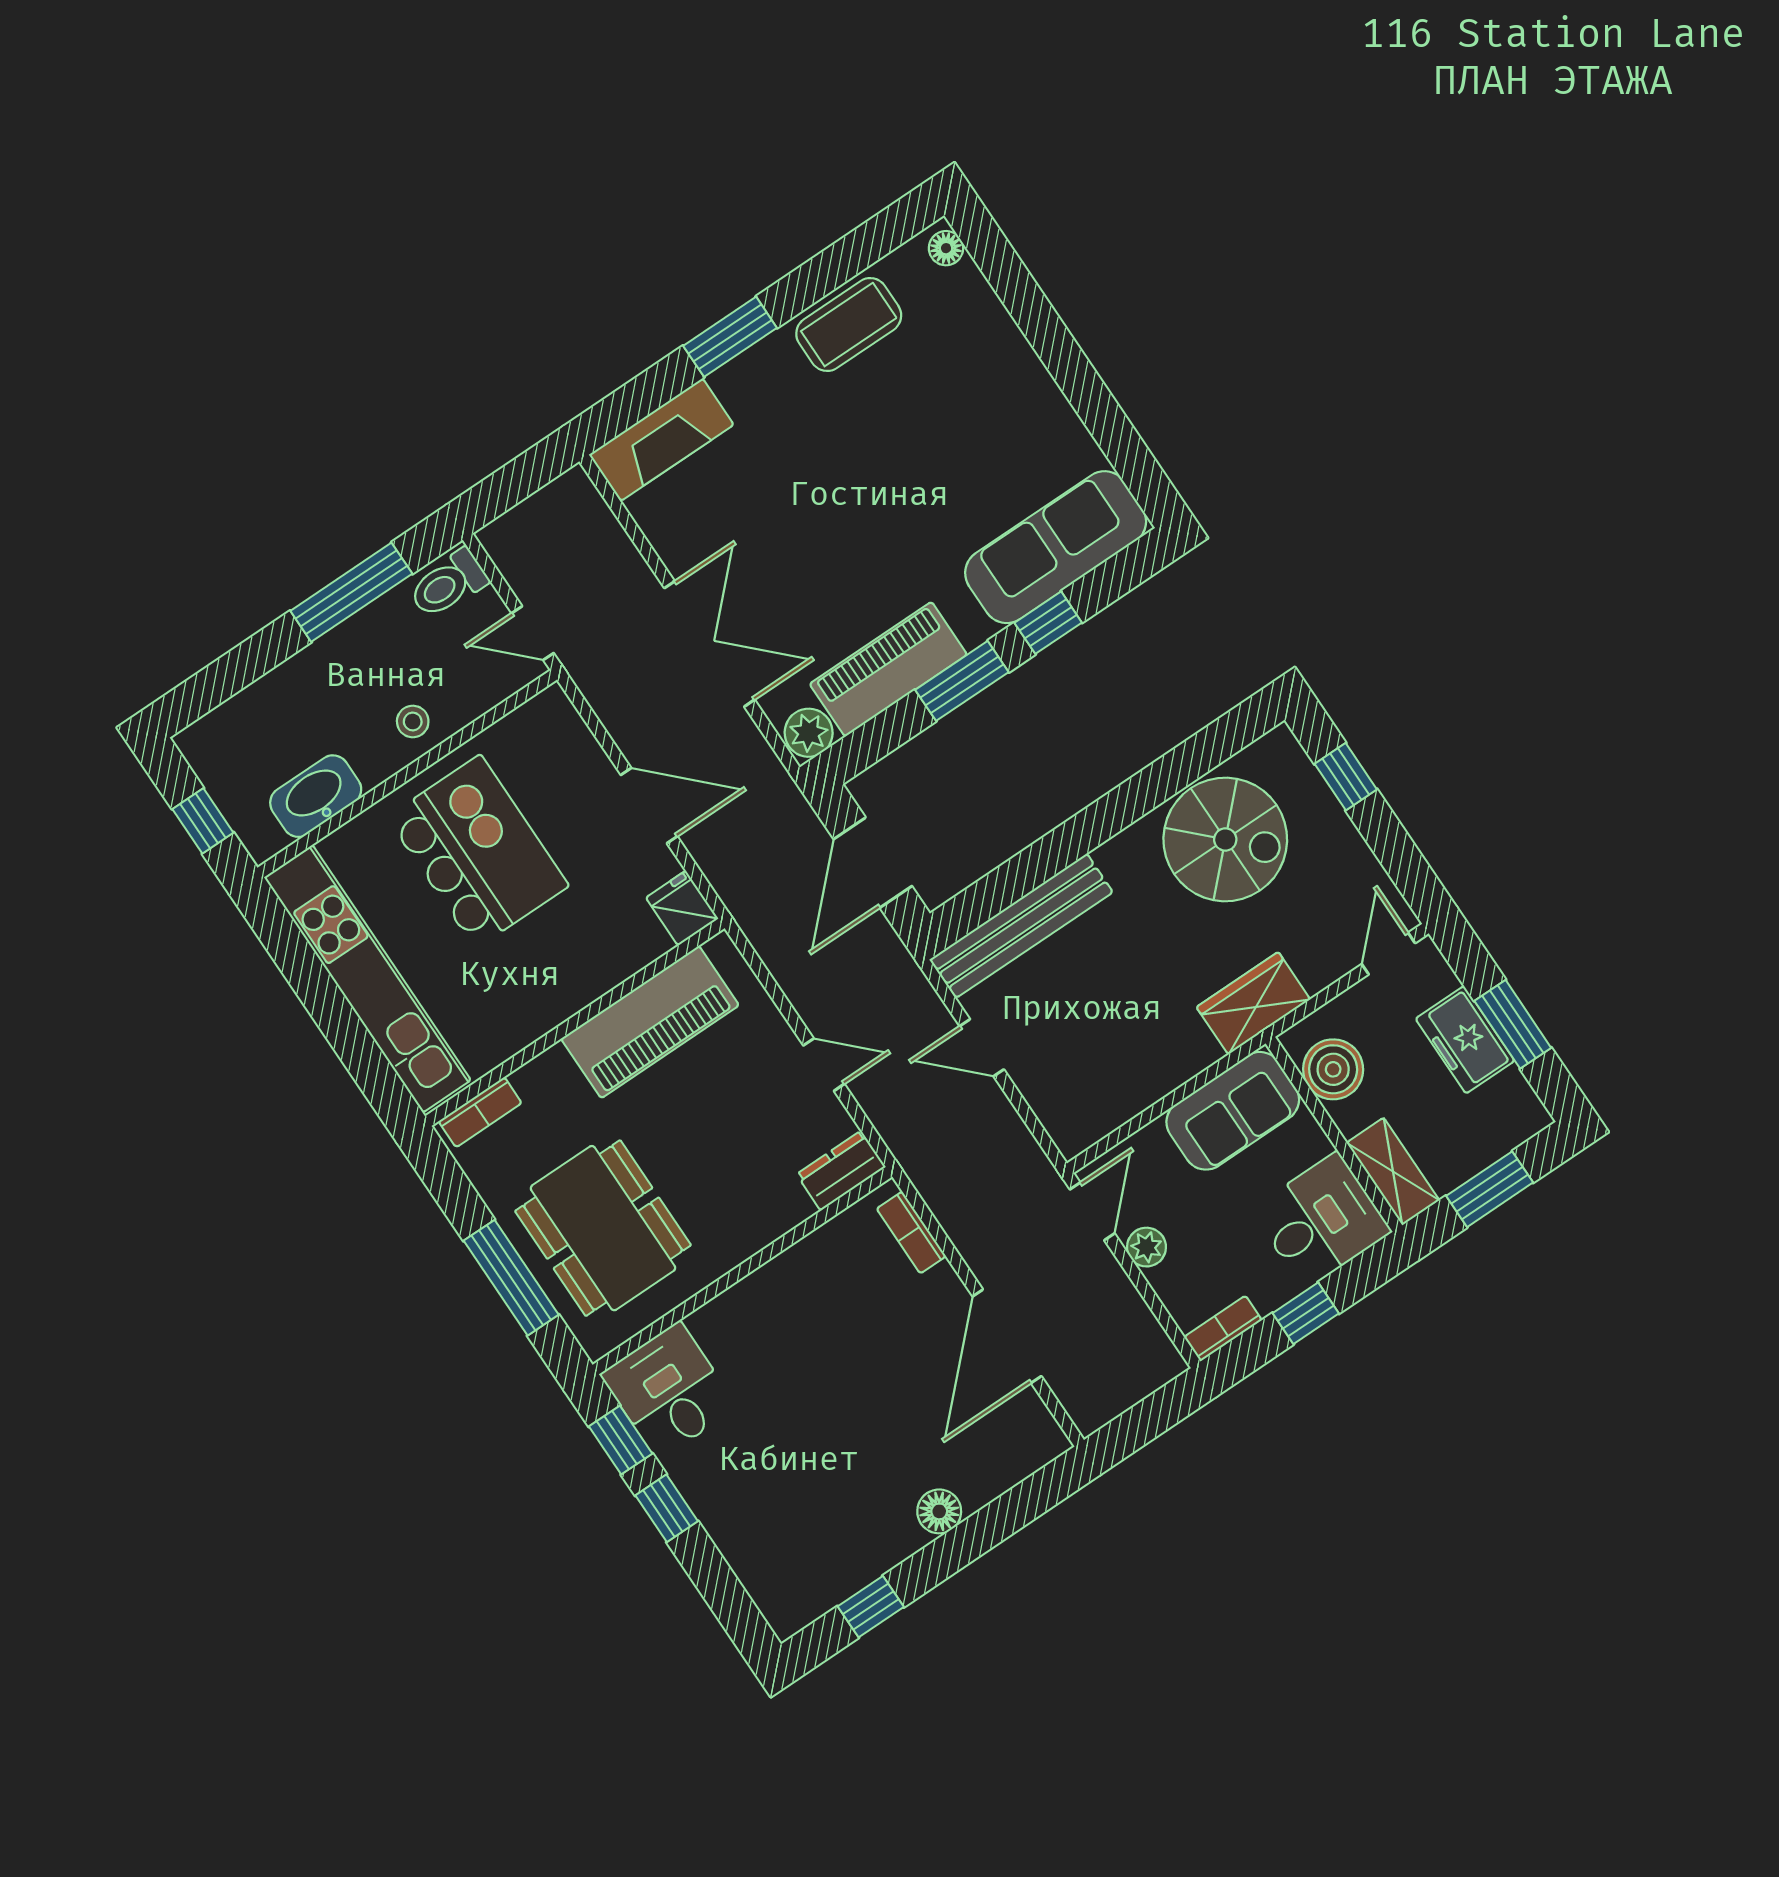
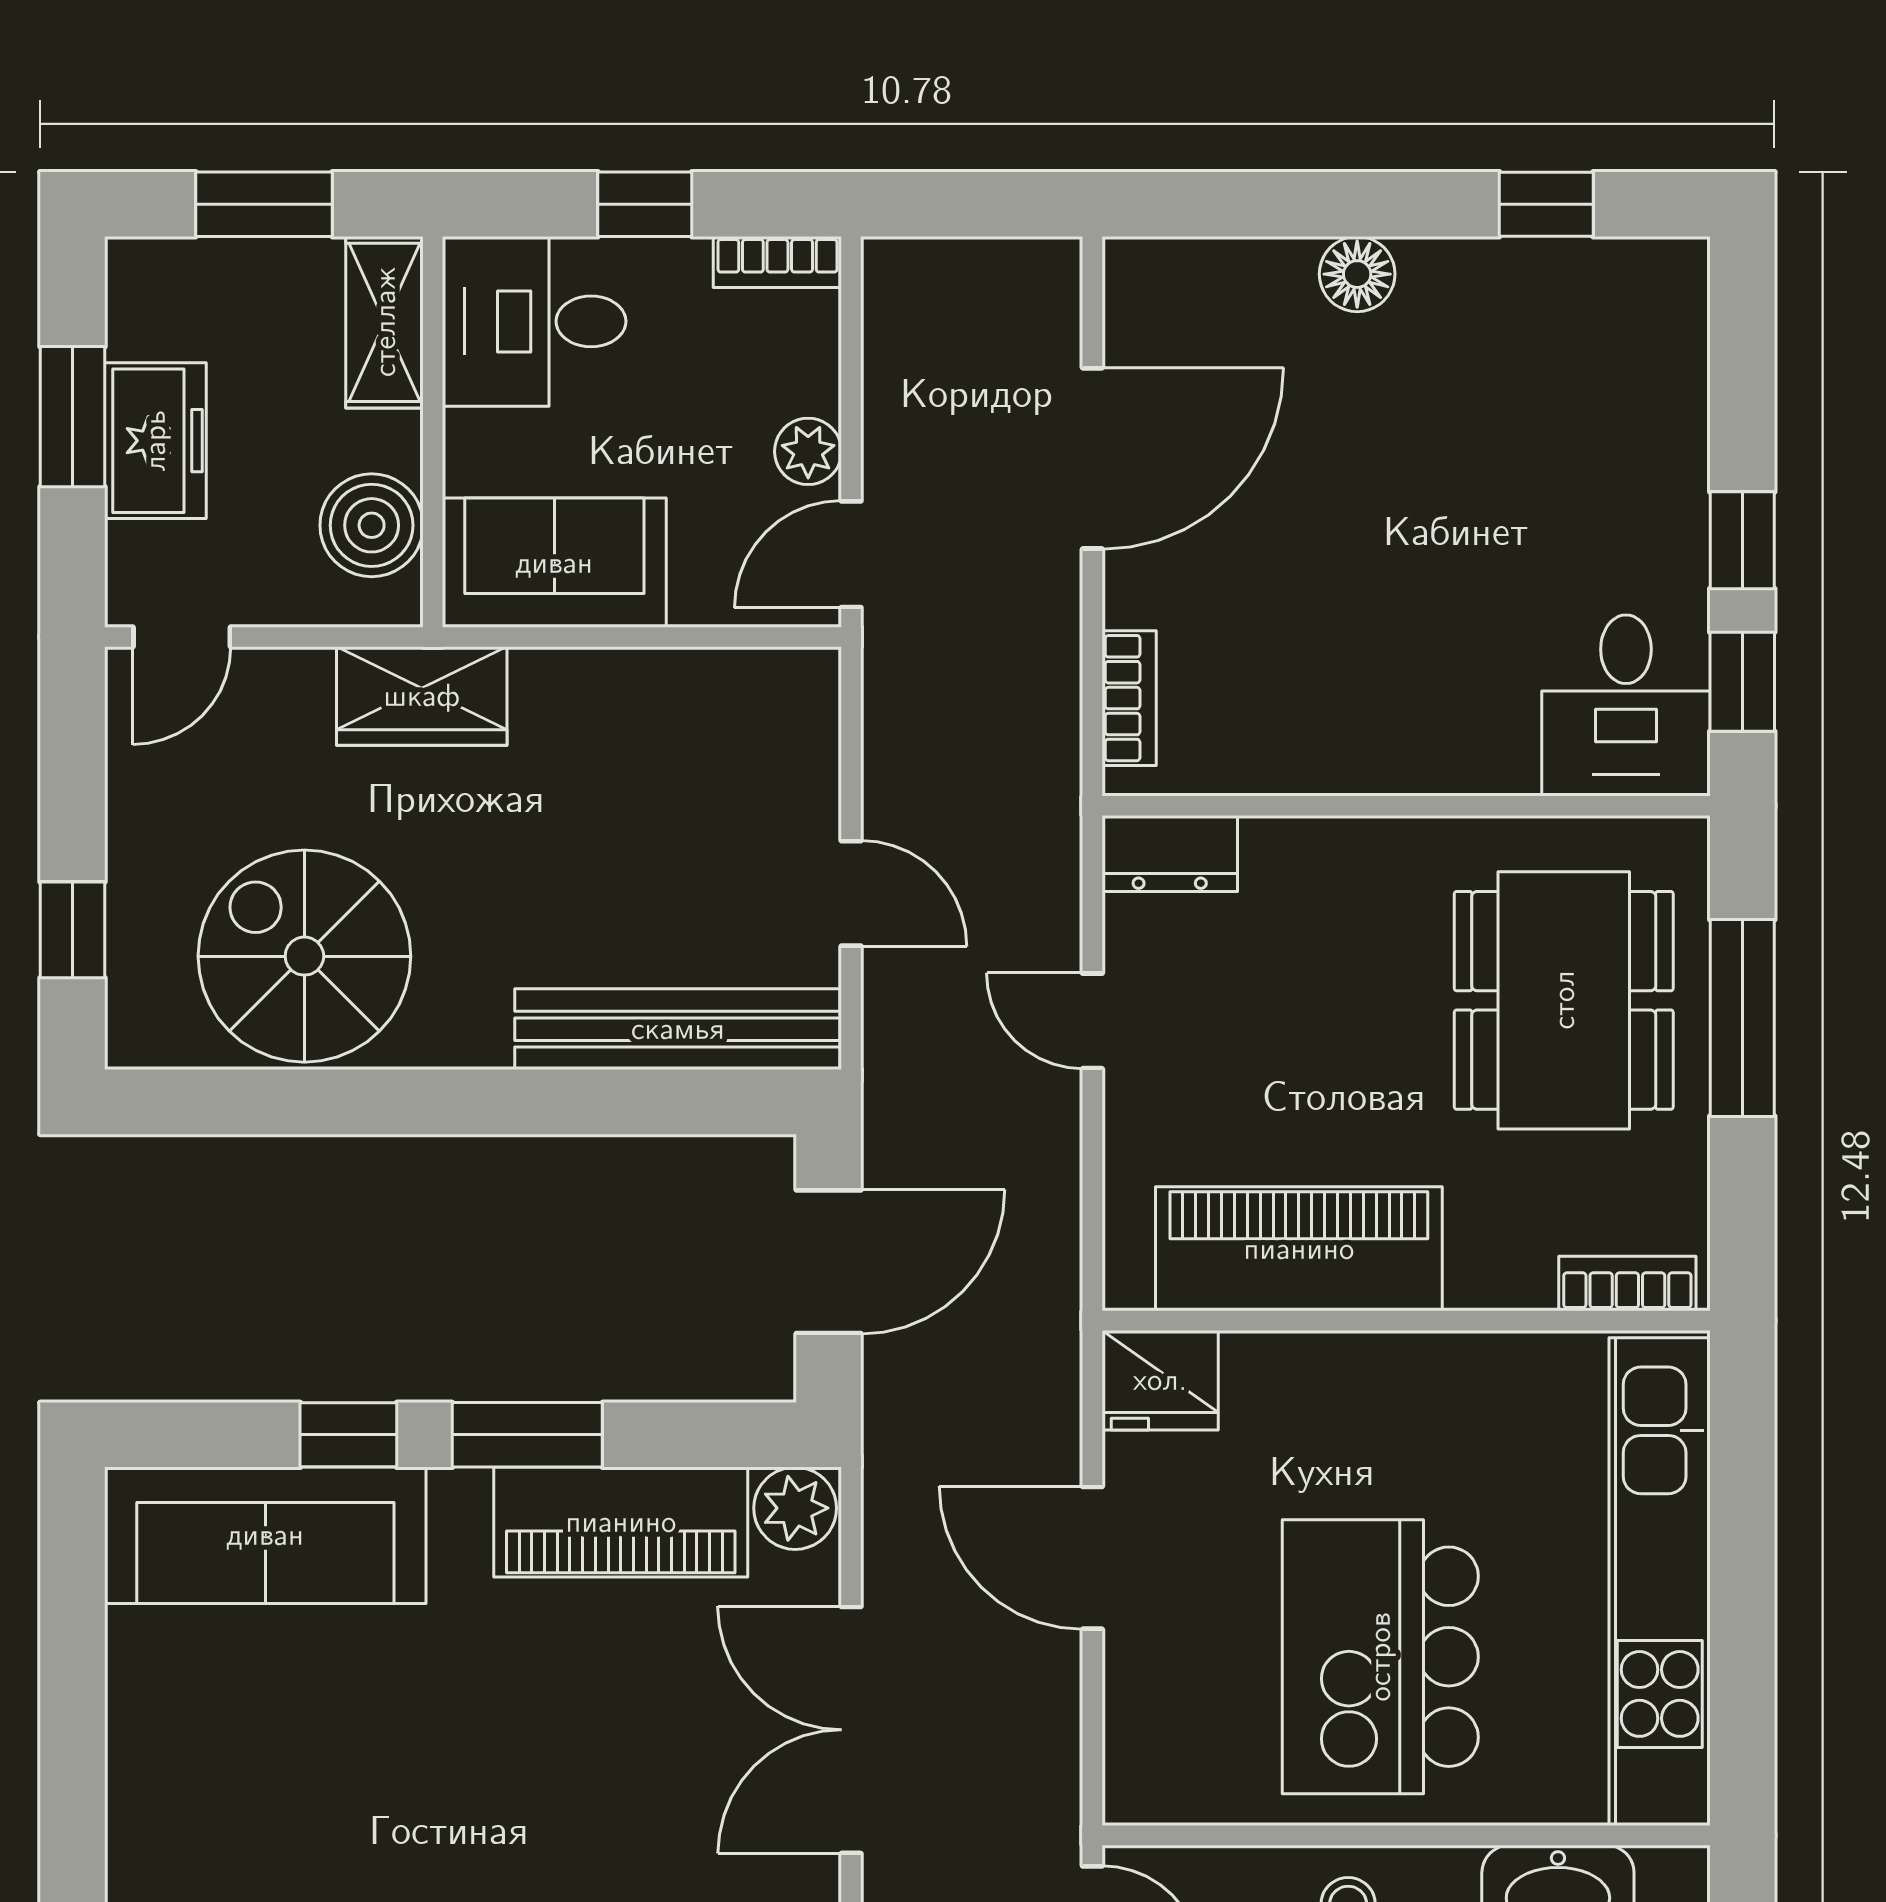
fridge: (682, 908) -> (1160, 1380), width x1.38

